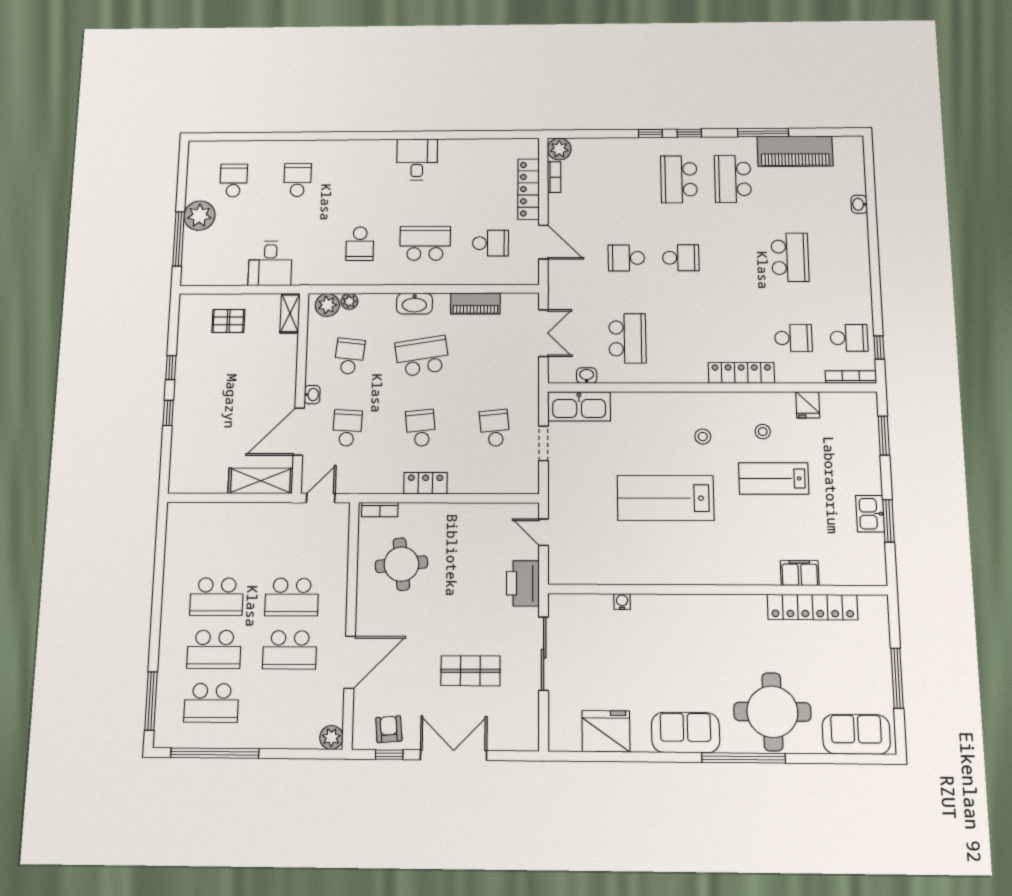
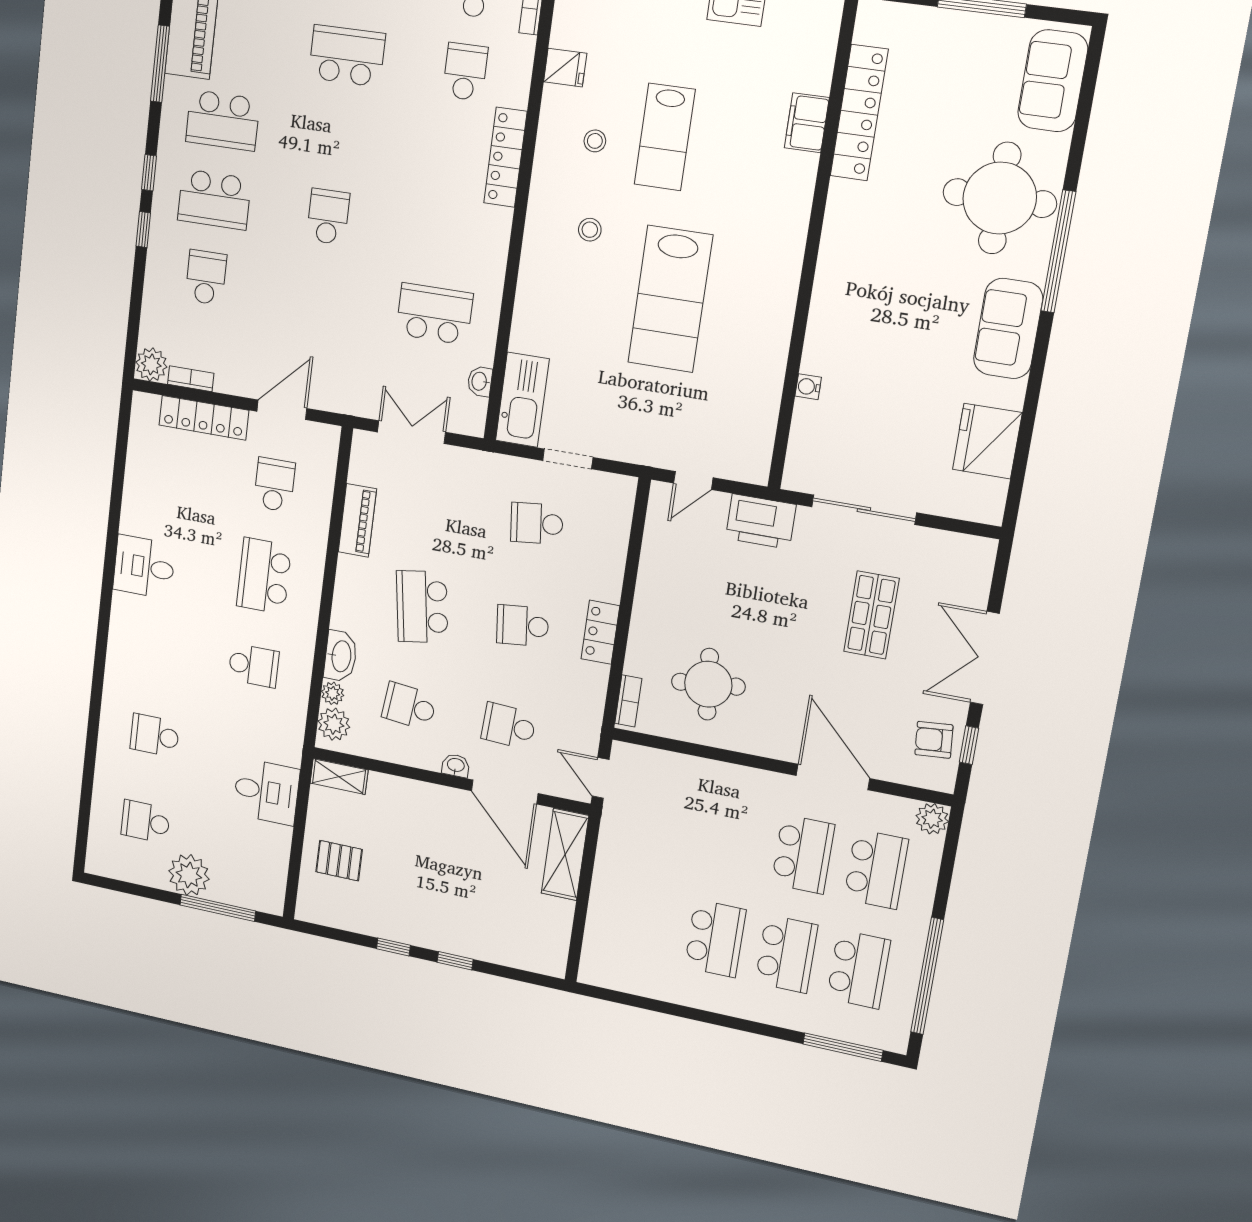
school desk: (626, 258) -> (206, 277), moved, turned 180
washbasin: (414, 304) -> (341, 656), moved
pallet: (228, 321) -> (339, 861), turned 90
school desk: (292, 597) -> (876, 869), moved

